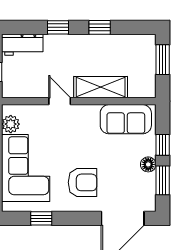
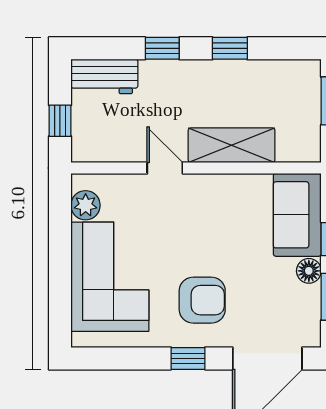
sofa: (126, 119) -> (297, 215), moved, turned 90
window: (41, 218) -> (188, 358), moved

